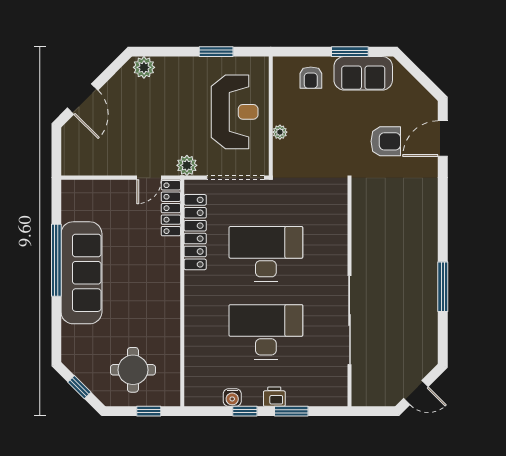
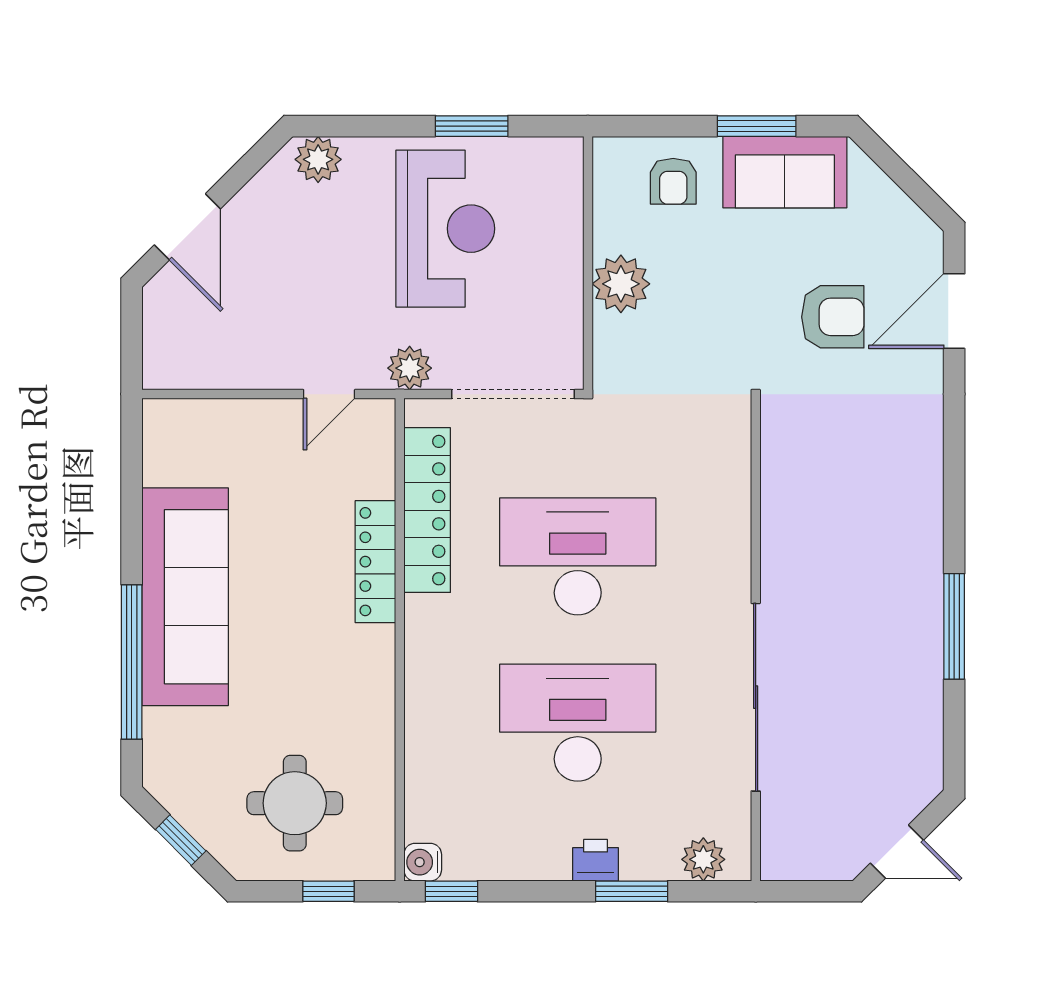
reception desk: (235, 112) -> (445, 229), moved
plant: (280, 132) -> (621, 284), width x1.87, depth x1.87
locker: (171, 208) -> (375, 562), moved
window: (56, 260) -> (132, 662), moved
plant: (325, 396) -> (703, 859), added
water cooler: (232, 398) -> (423, 862), moved, turned 90
window: (245, 411) -> (451, 891), moved

